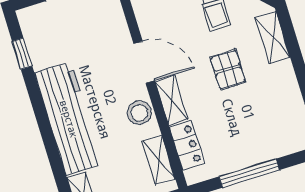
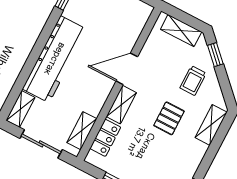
door: (144, 62) -> (127, 69), swing flipped
stool: (139, 113) -> (97, 94), removed

